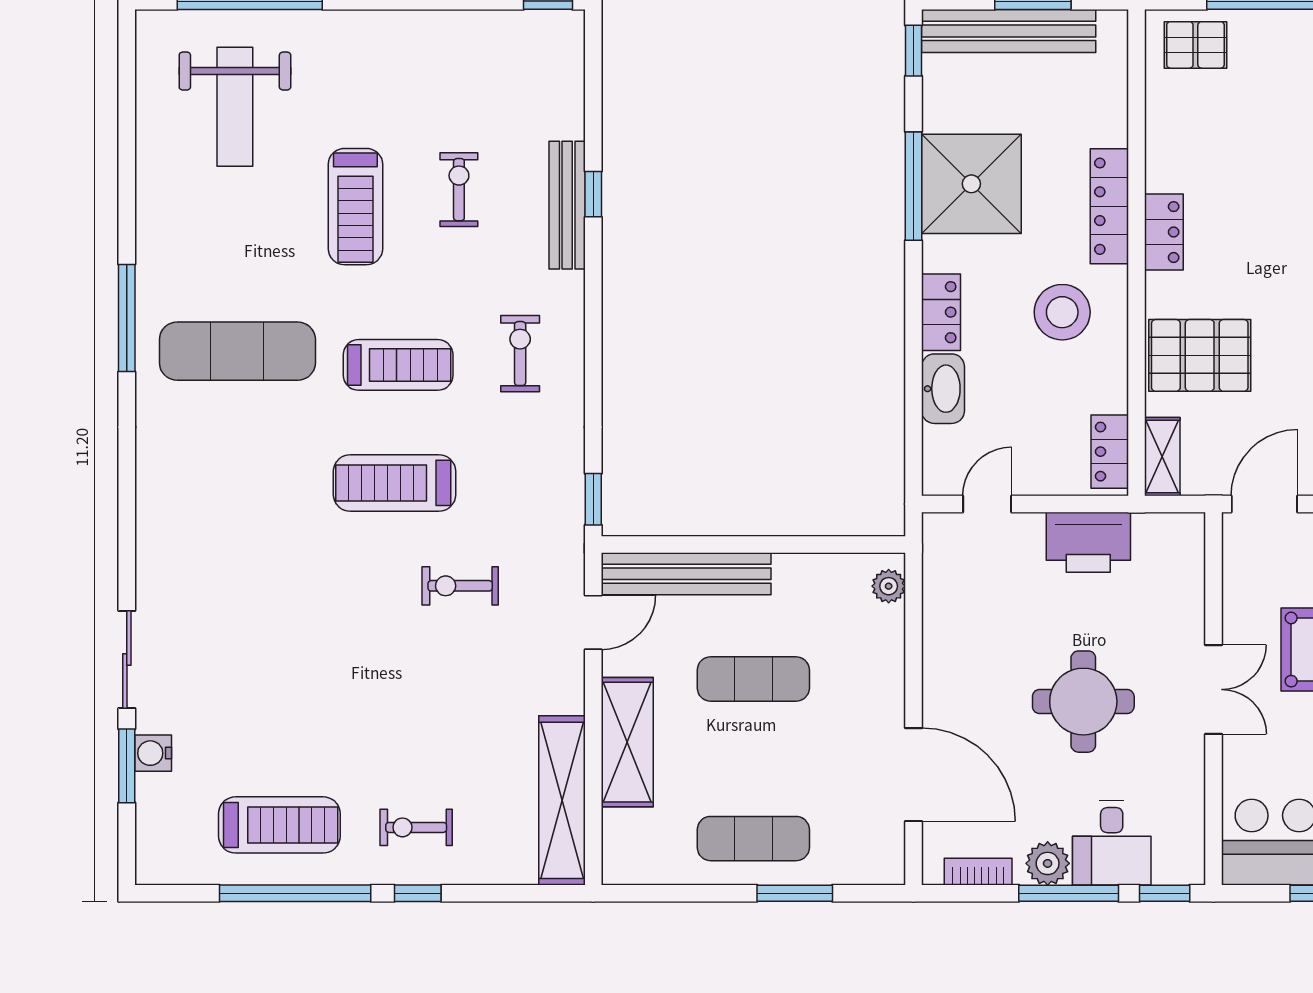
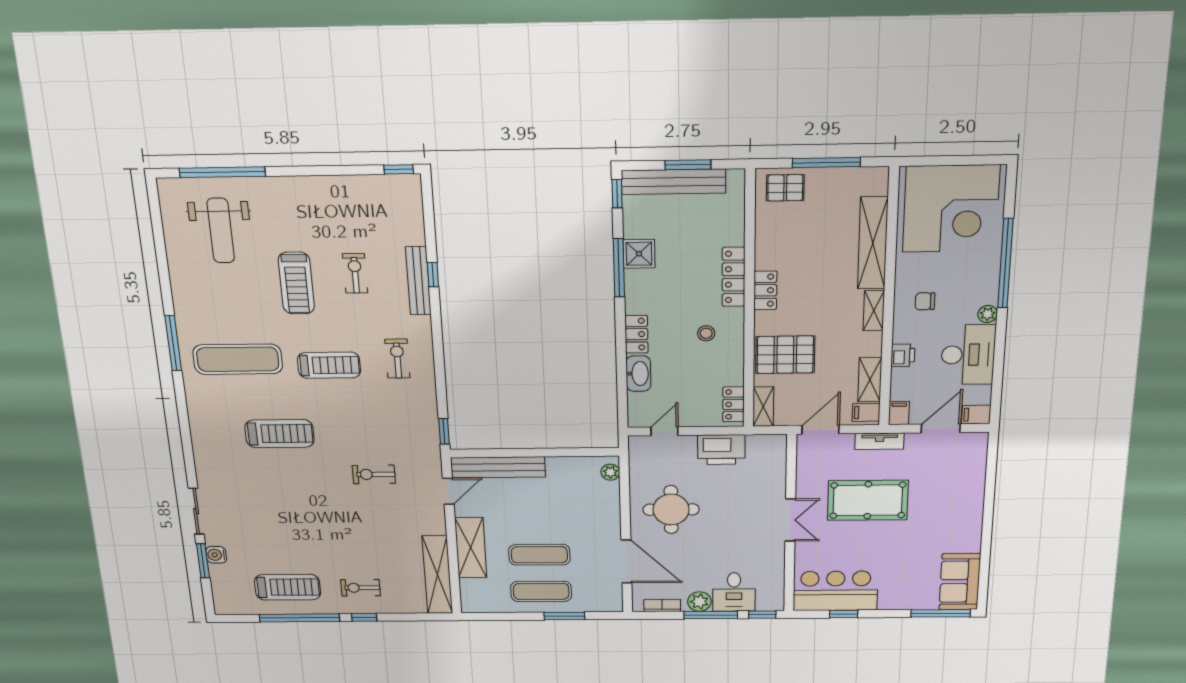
shower: (971, 184) -> (639, 254), width x0.54, depth x0.54
stool: (1062, 312) -> (706, 333), width x0.53, depth x0.53
treadmill: (395, 483) -> (280, 434), moved, turned 180
exercise mat: (753, 679) -> (539, 555), moved
round table: (1083, 702) -> (671, 510), moved

